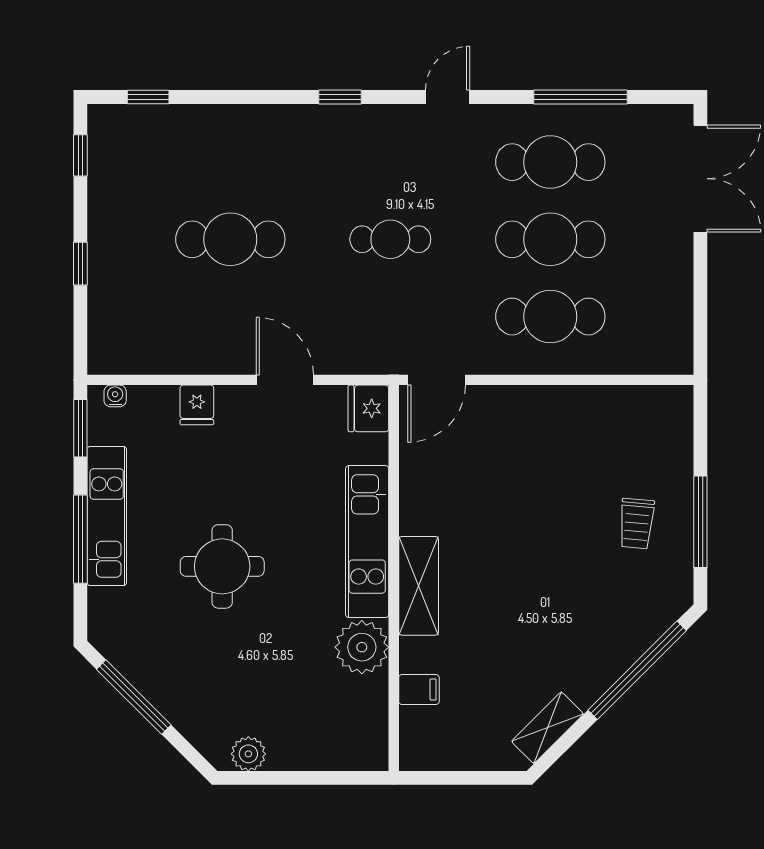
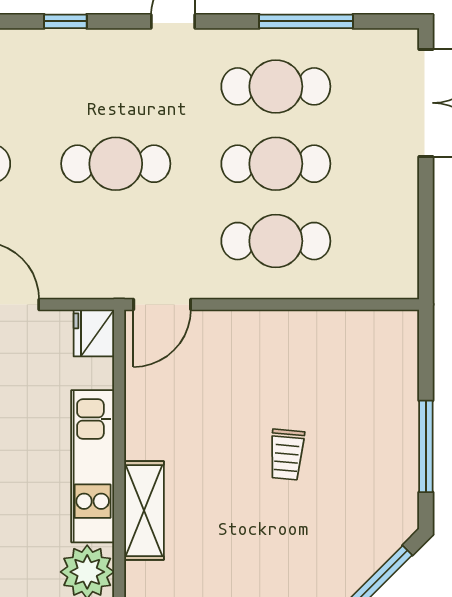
cafe table: (390, 239) -> (116, 164), width x1.37, depth x1.35
trolley: (636, 524) -> (287, 455), moved

